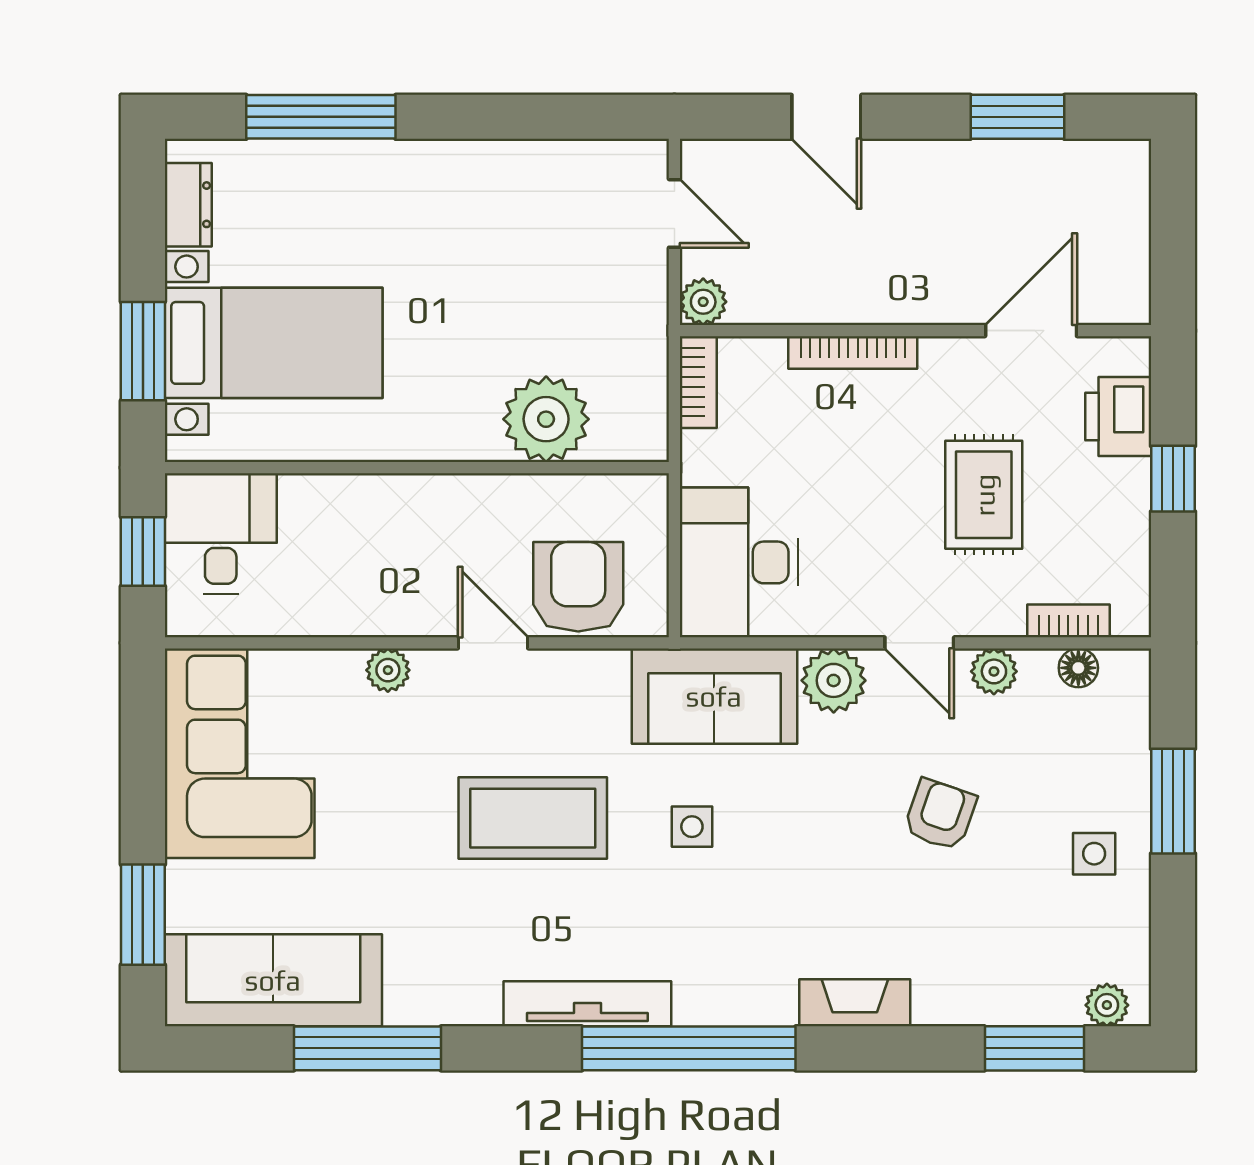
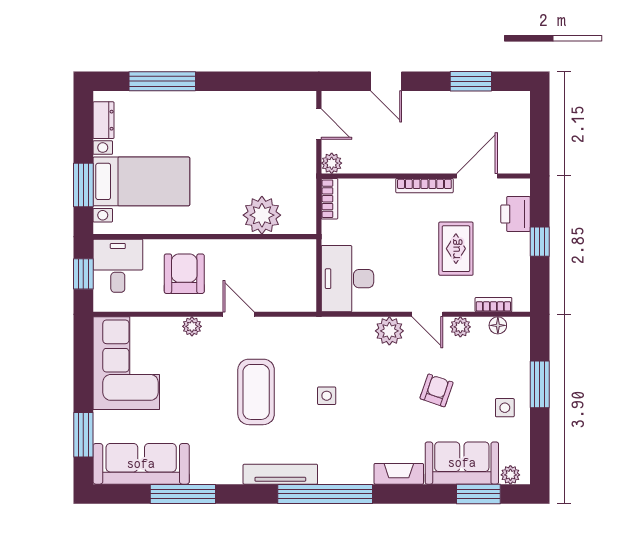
bookcase: (853, 353) -> (424, 186), moved
armchair: (578, 587) -> (184, 274), moved
sofa: (714, 696) -> (462, 463), moved, turned 180
coffee table: (533, 818) -> (256, 392), turned 90

